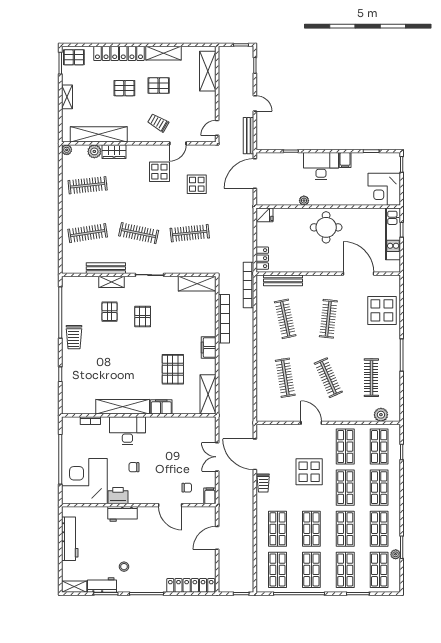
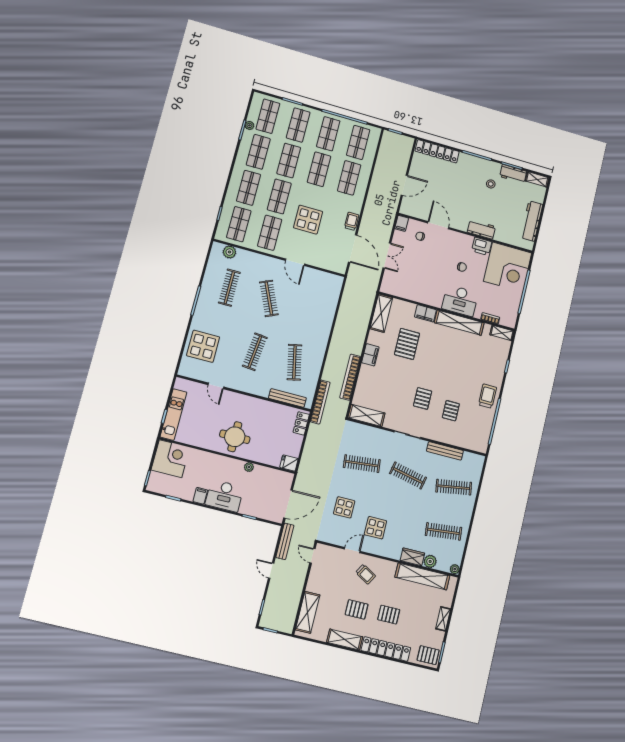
door: (217, 128) -> (312, 556), swing flipped
door: (359, 274) -> (216, 386), width x0.53
shelving: (111, 282) -> (502, 333), moved
clothes rail: (285, 378) -> (308, 309), removed

